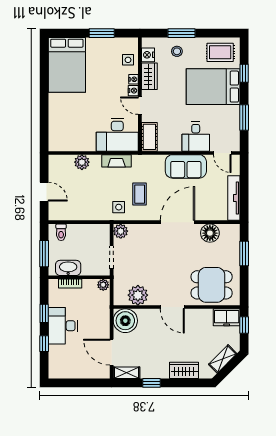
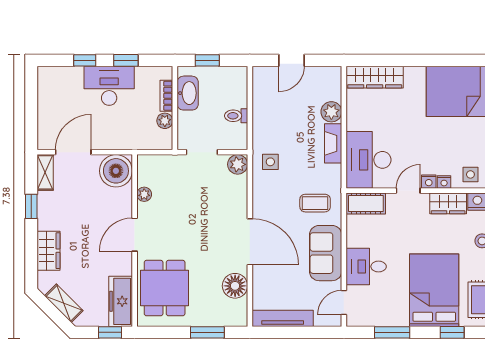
wardrobe: (56, 130) -> (375, 77), added
fireplace: (117, 161) -> (333, 143), moved
coffee table: (140, 194) -> (315, 203), moved
toilet: (61, 232) -> (236, 116), moved
window: (44, 254) -> (207, 60), width x0.67
plant: (103, 285) -> (165, 121), moved
plant: (138, 295) -> (144, 194), width x0.53, depth x0.53
freezer: (227, 317) -> (121, 301), width x1.40

